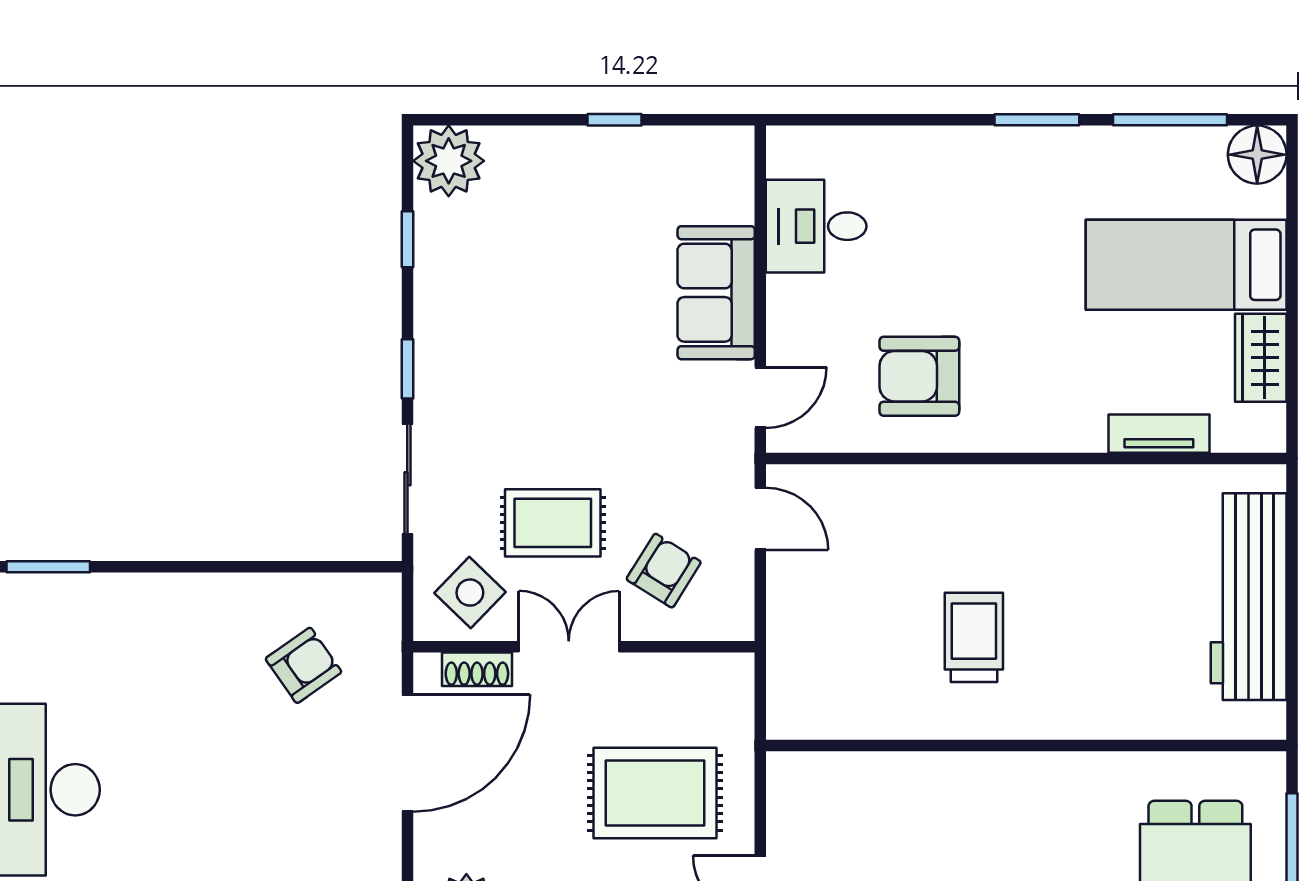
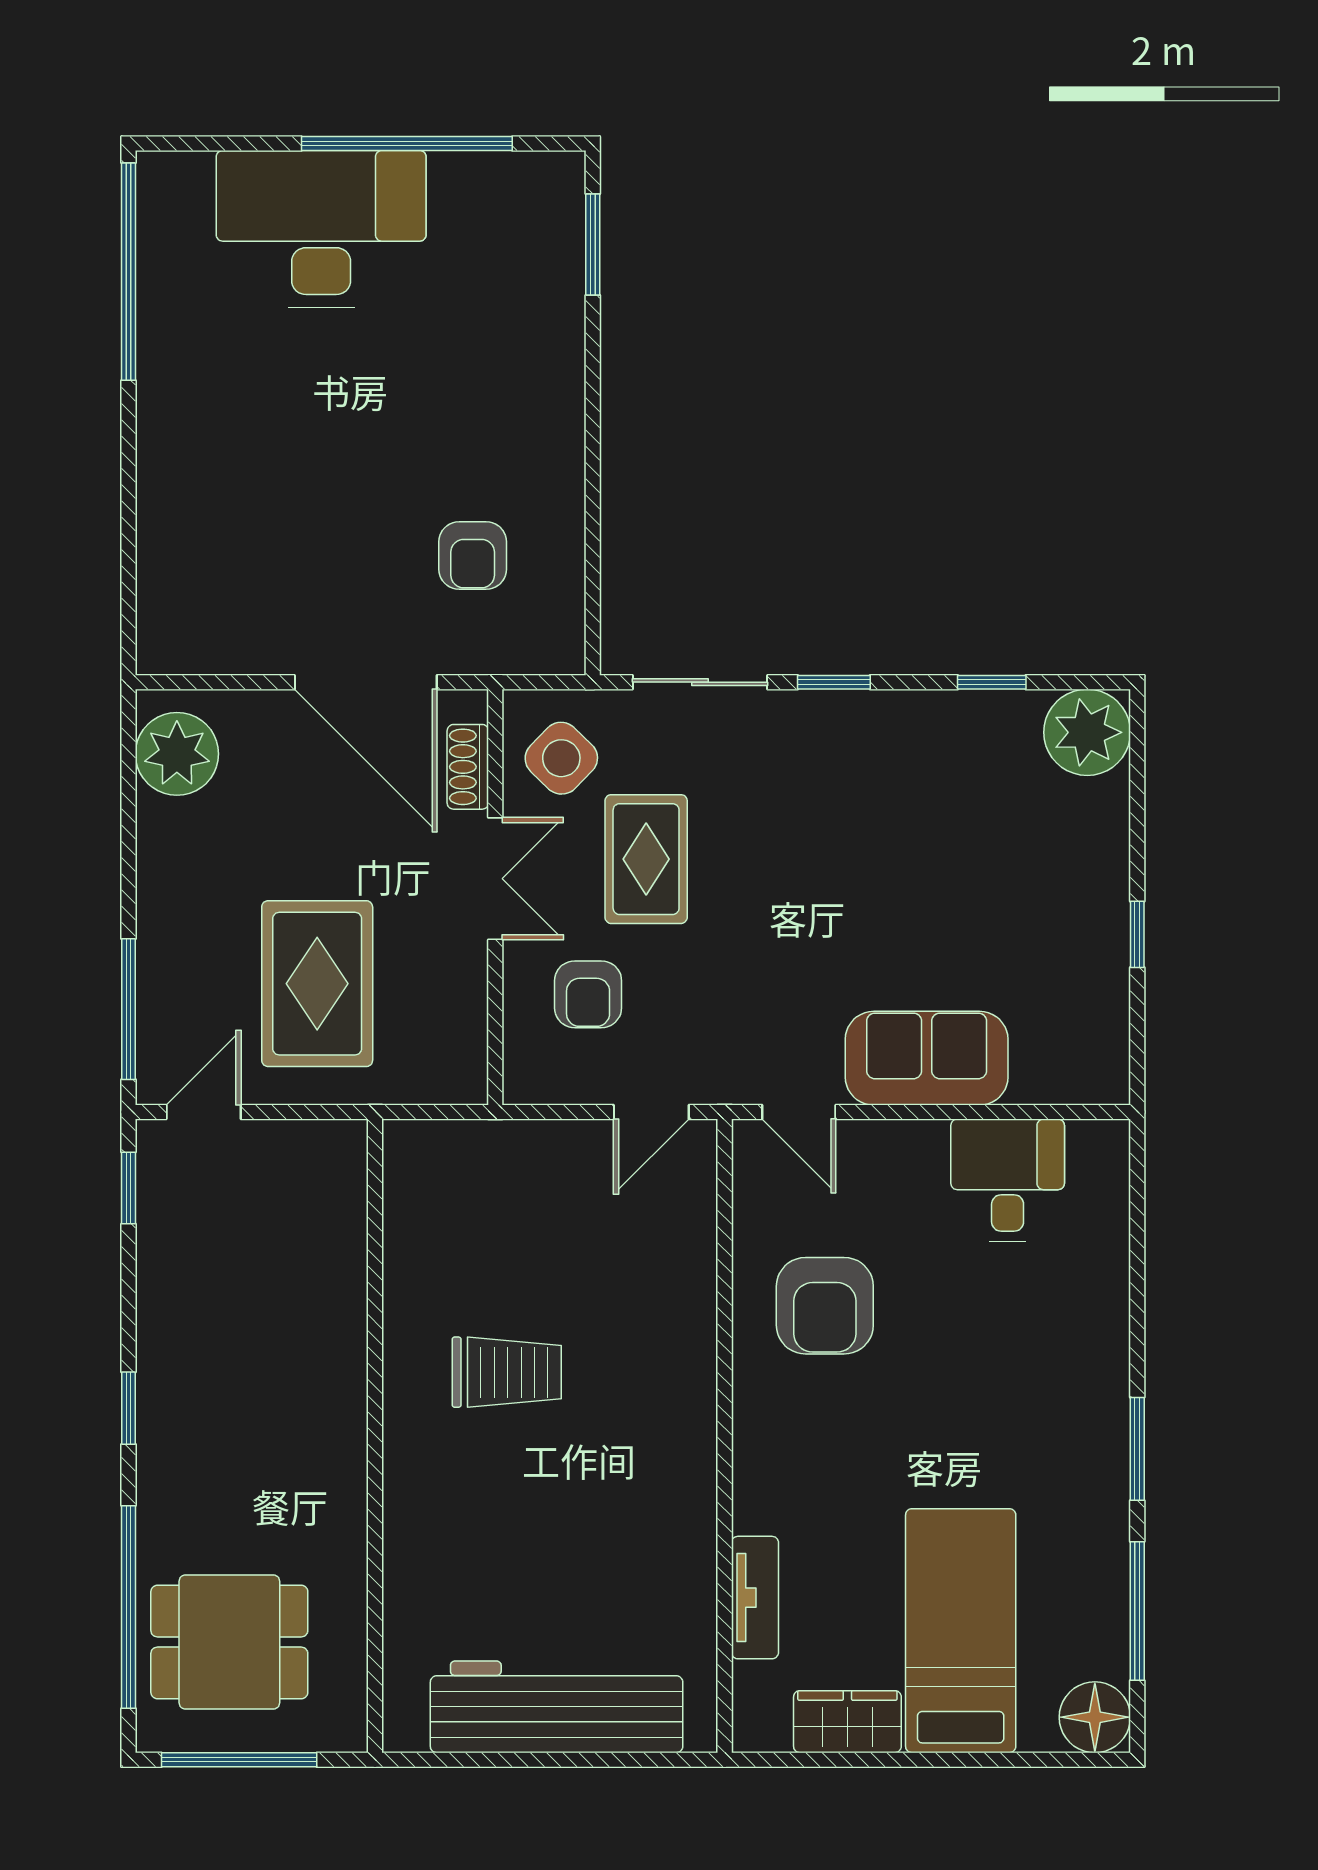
armchair: (919, 376) -> (825, 1306), turned 180
armchair: (664, 571) -> (588, 994), turned 58
armchair: (303, 665) -> (473, 556), turned 35

